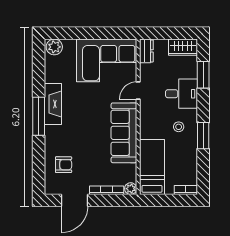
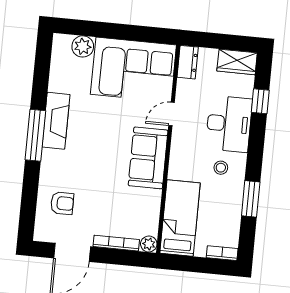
plant: (54, 47) -> (83, 46), moved
window: (203, 75) -> (260, 101), width x0.67
desk: (181, 94) -> (229, 124), width x1.37
sofa: (124, 133) -> (148, 158), width x0.73
window: (203, 136) -> (251, 199), moved

